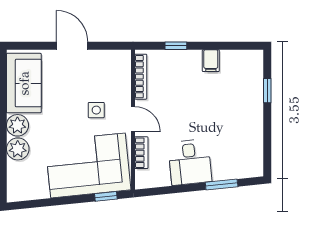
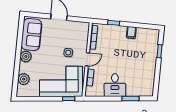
door: (133, 119) -> (87, 59), hinge flipped
plant: (18, 149) -> (24, 79), moved

